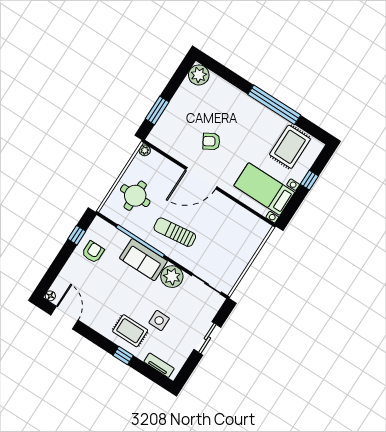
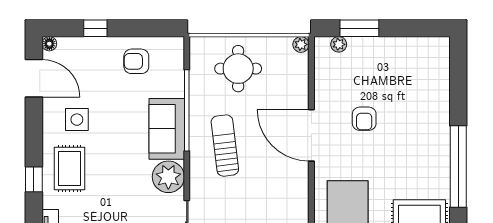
plant: (199, 75) -> (339, 44), moved, width x0.53, depth x0.53
armchair: (211, 141) -> (364, 119), turned -150
window: (77, 235) -> (95, 28), moved
armchair: (93, 252) -> (136, 61), turned 180
door: (64, 318) -> (34, 78), hinge flipped
side table: (159, 320) -> (77, 120), moved

